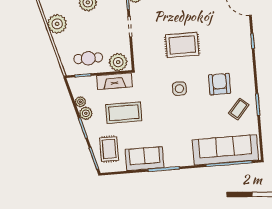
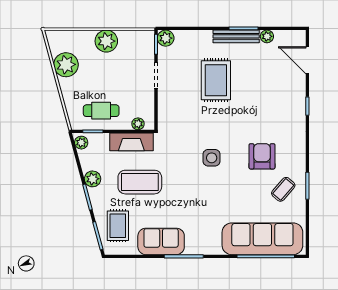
rug: (182, 45) -> (216, 80), moved, turned 90
plant: (118, 62) -> (138, 124), width x0.53, depth x0.53
plant: (80, 102) -> (81, 143), moved

